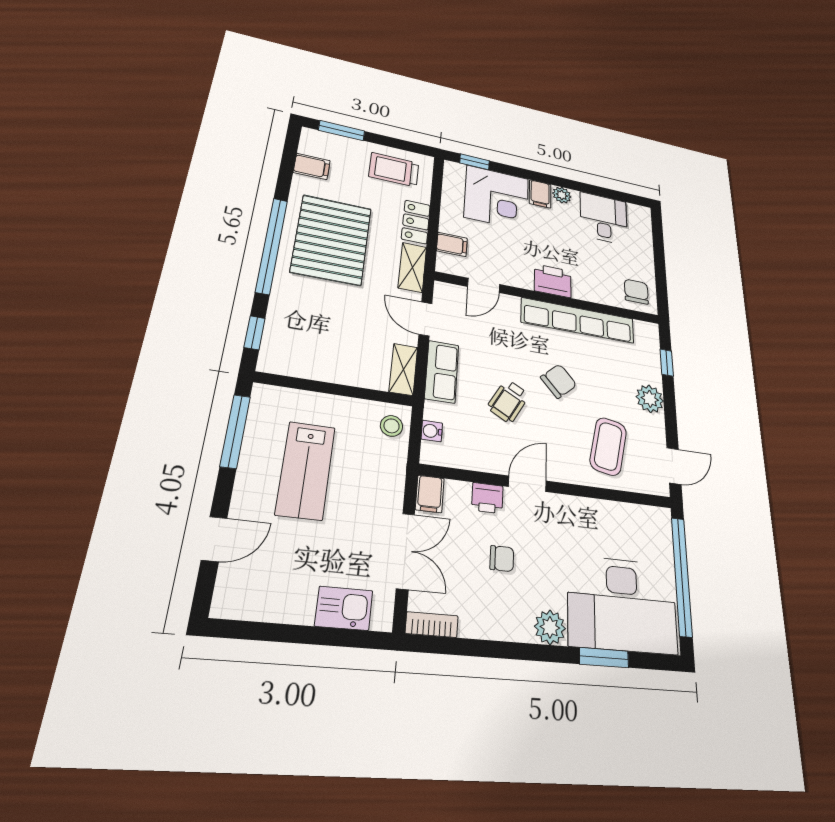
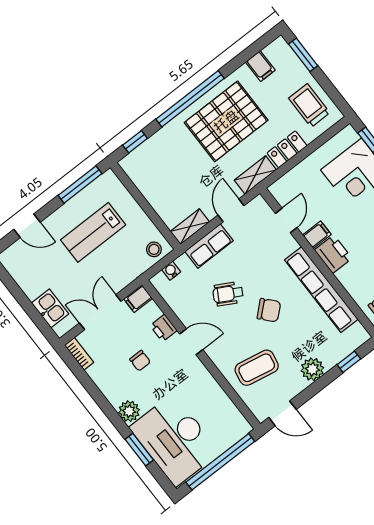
filing cabinet: (452, 244) -> (317, 235), moved, turned -90
door: (484, 285) -> (286, 220), swing flipped
double door: (406, 551) -> (100, 312), swing flipped

